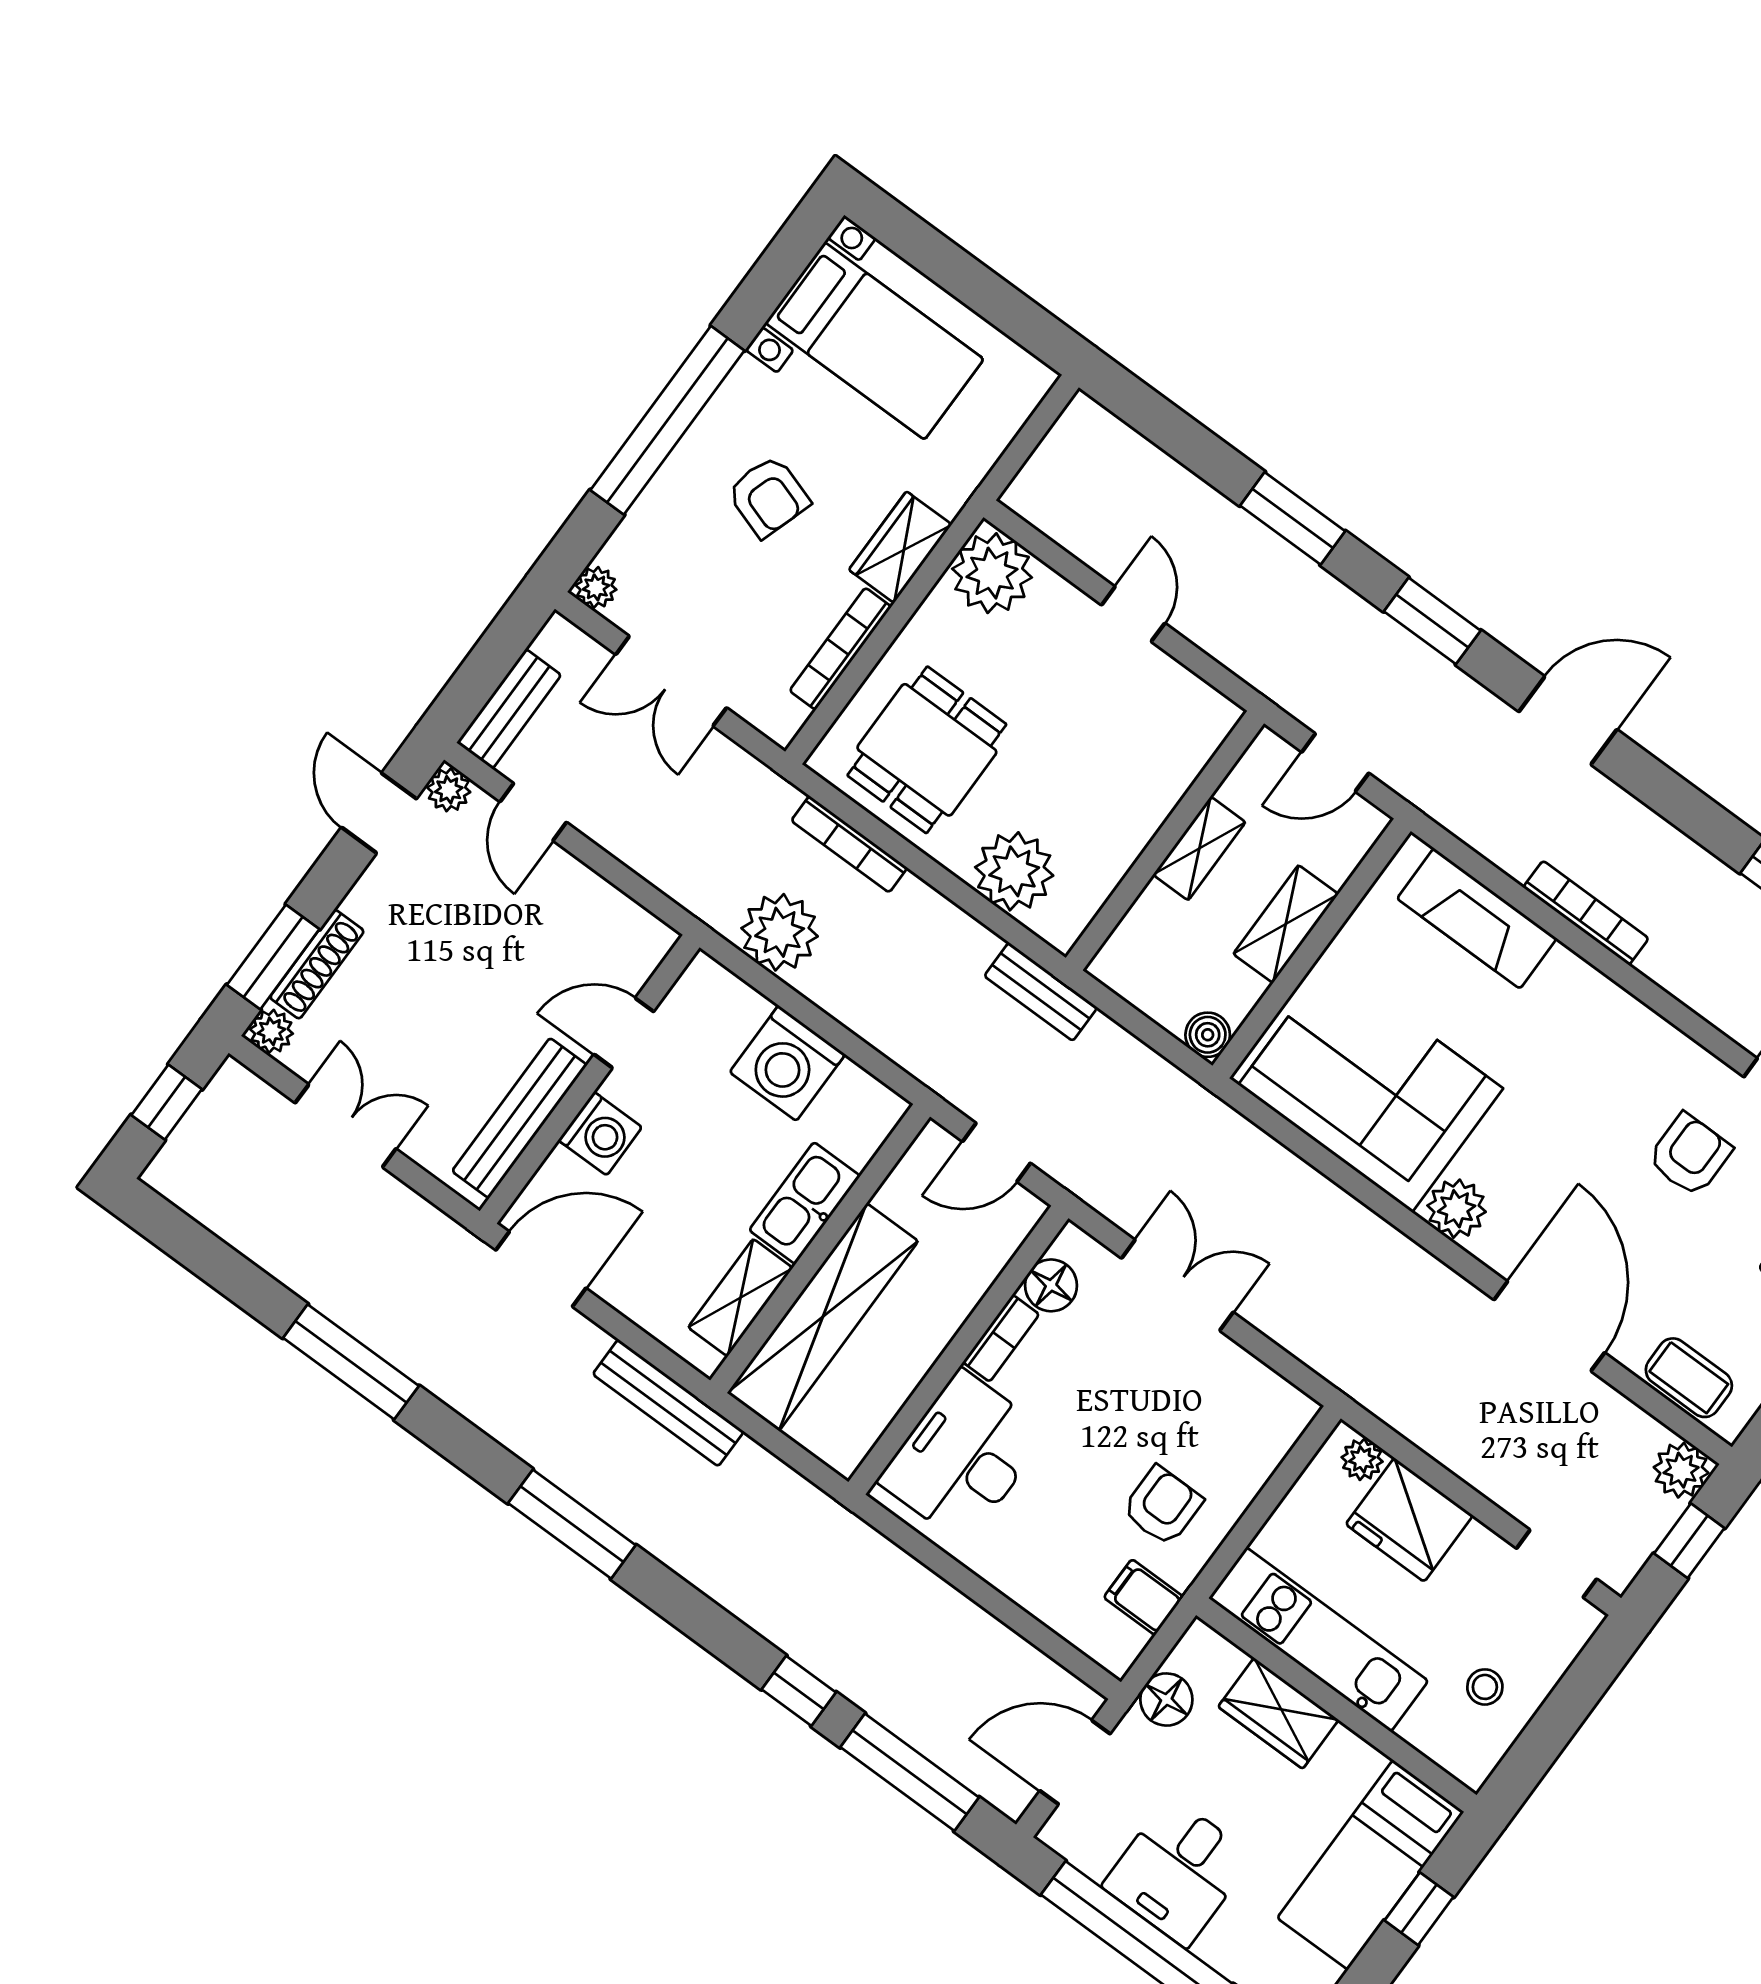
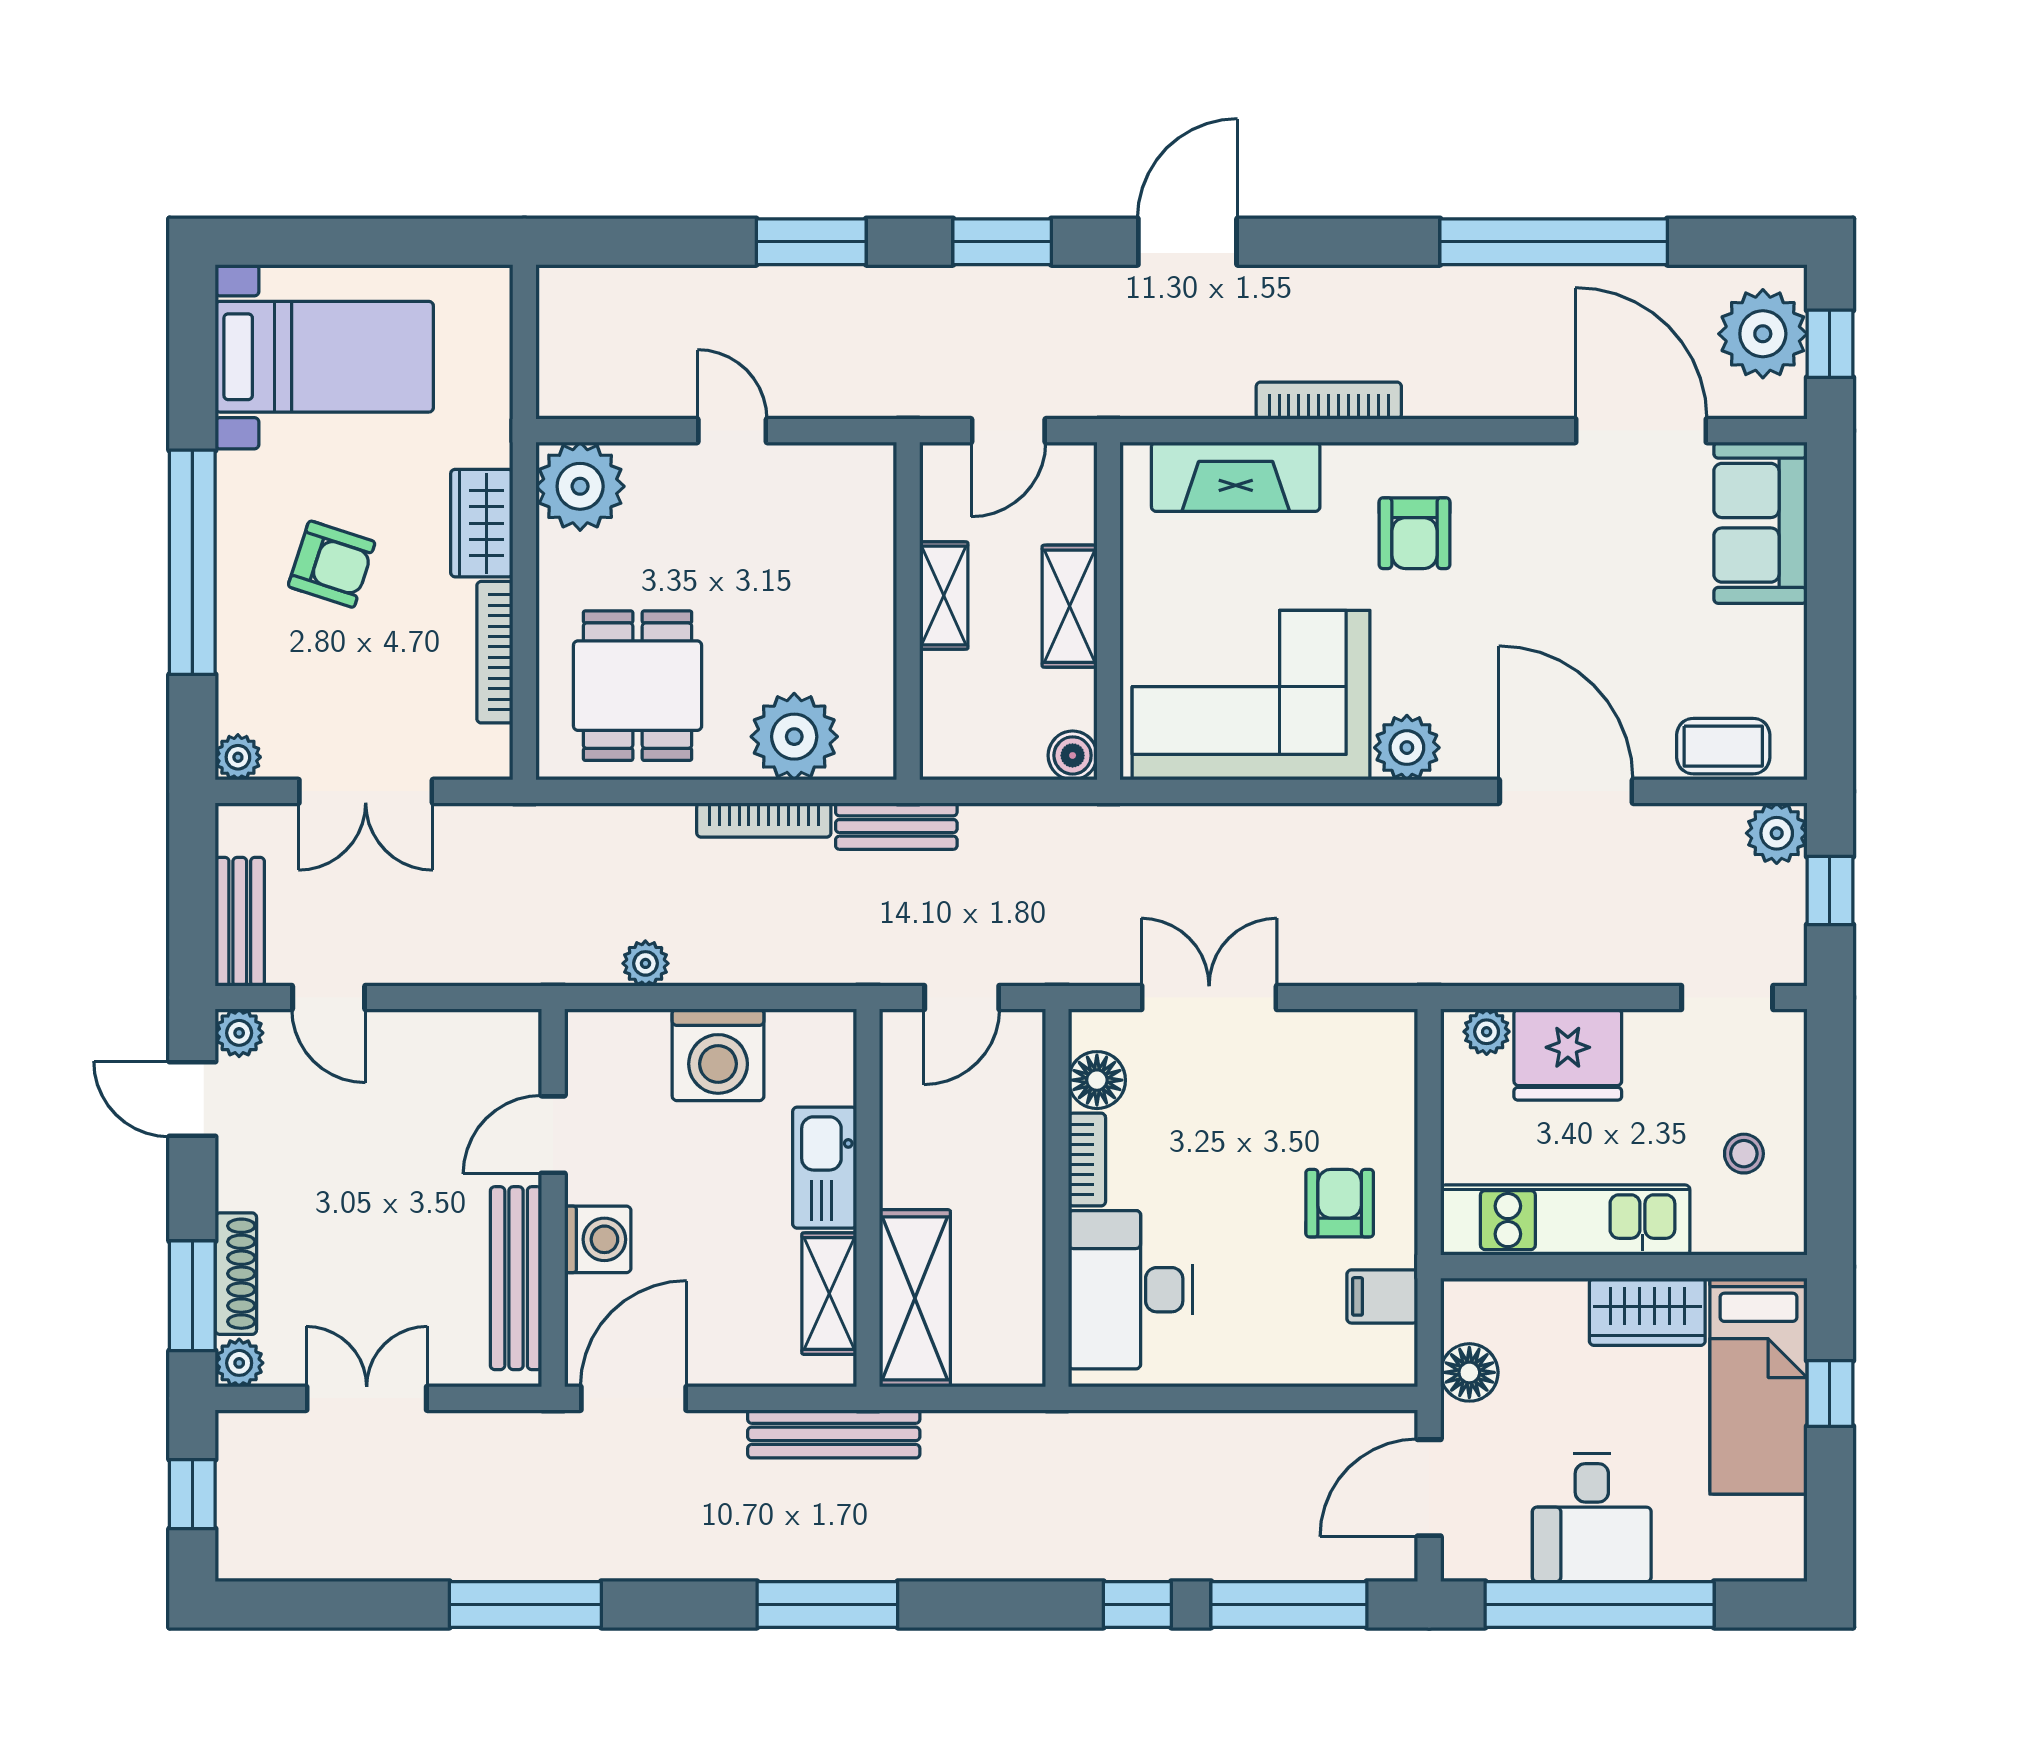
bookcase: (849, 844) -> (764, 820), moved
plant: (780, 932) -> (645, 963), width x0.53, depth x0.53
armchair: (1690, 1155) -> (1415, 533), moved, turned 180
shelving: (823, 1317) -> (915, 1298), width x0.68
wardrobe: (1278, 1713) -> (1647, 1312), moved

